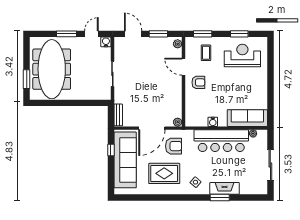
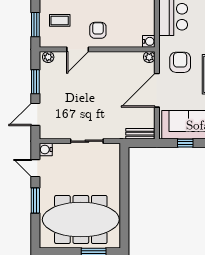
water cooler: (213, 122) -> (149, 41), moved
door: (152, 128) -> (157, 90), swing flipped

